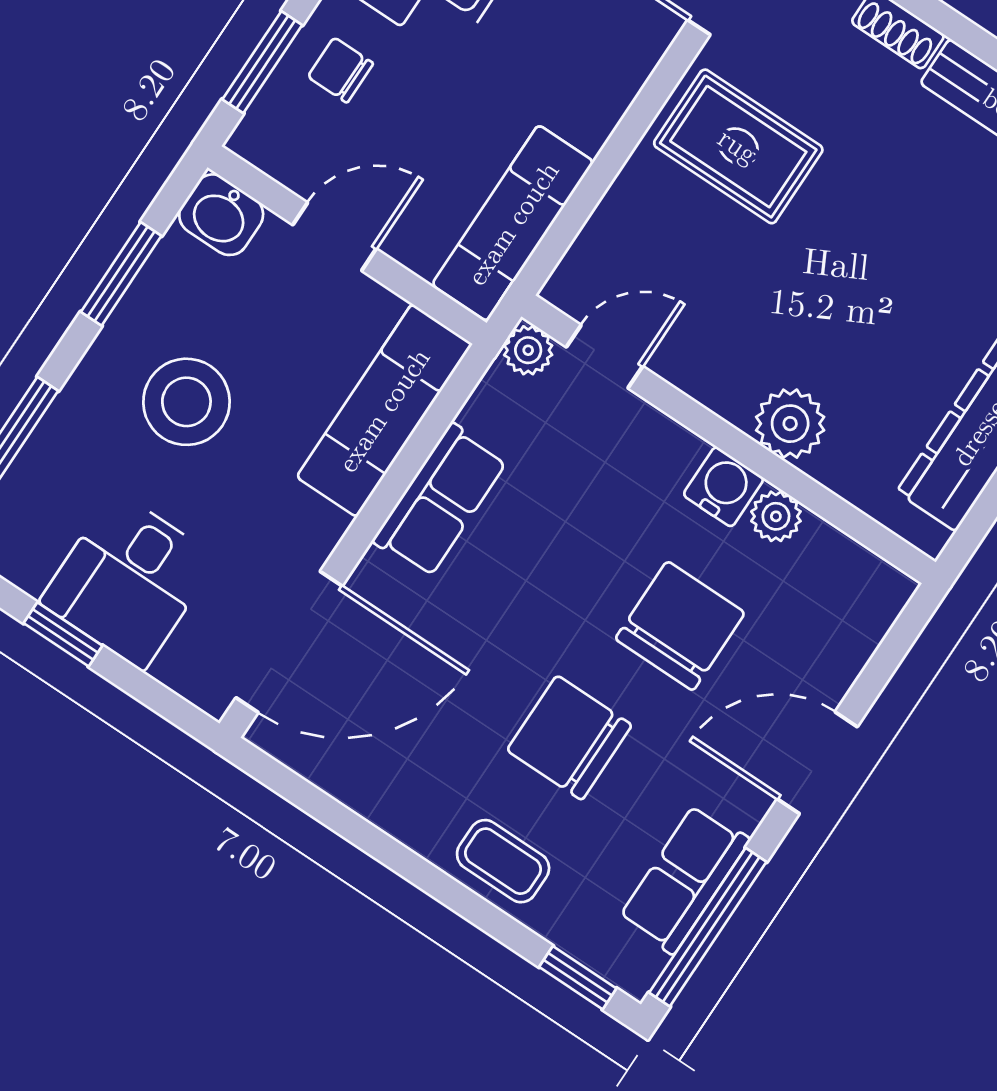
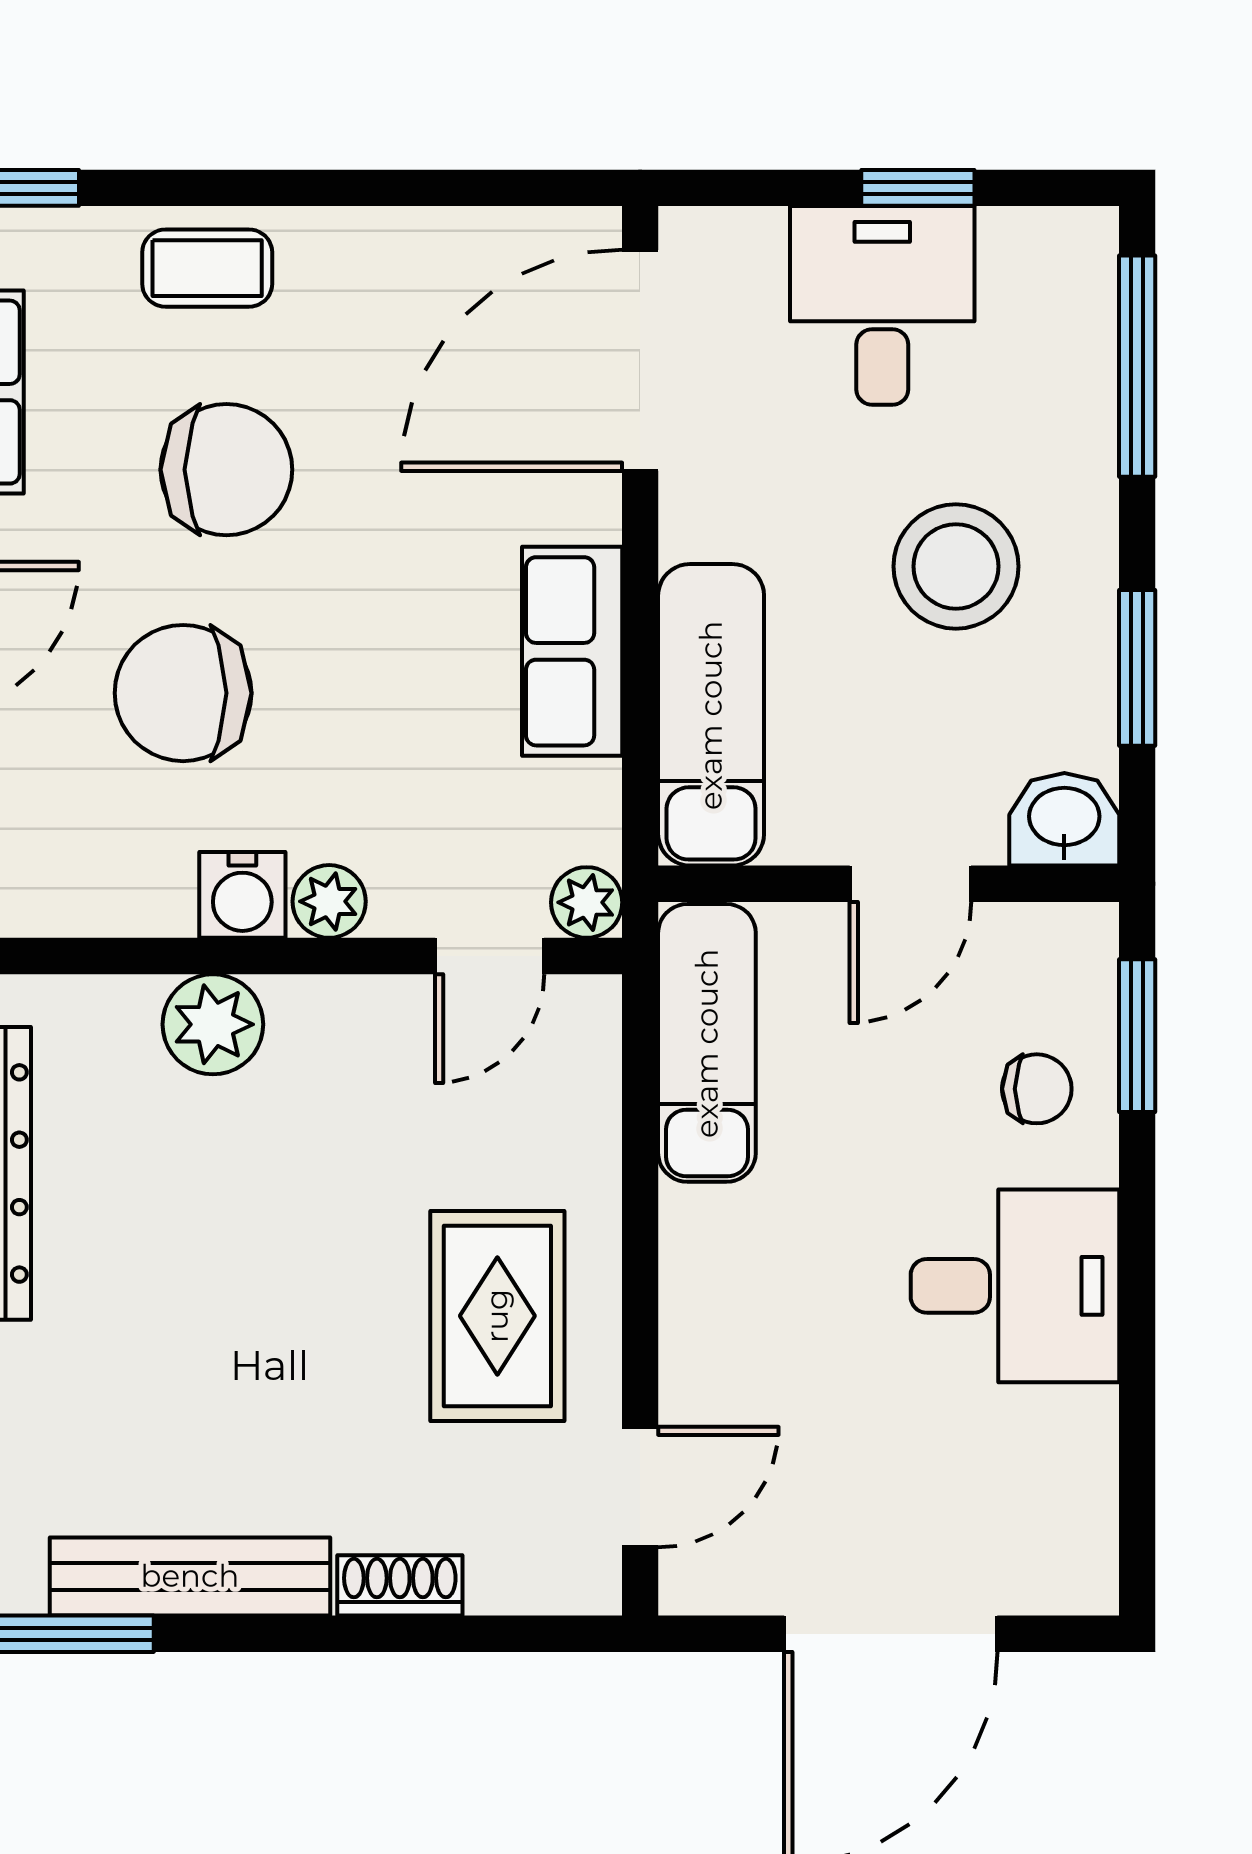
rug: (738, 146) -> (497, 1316), turned 90
plant: (776, 516) -> (329, 901), moved
chair: (680, 626) -> (183, 693), turned 90

